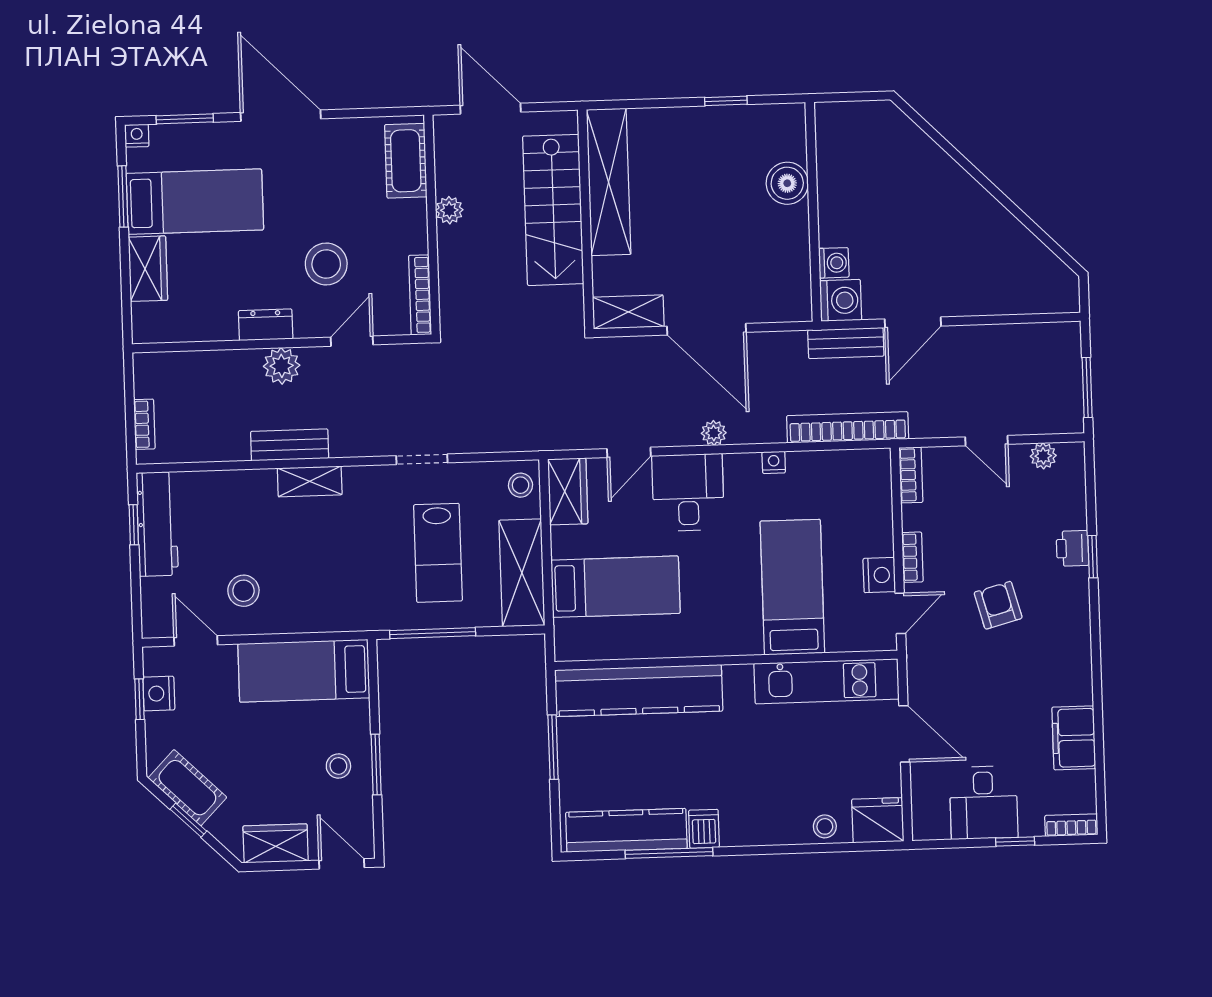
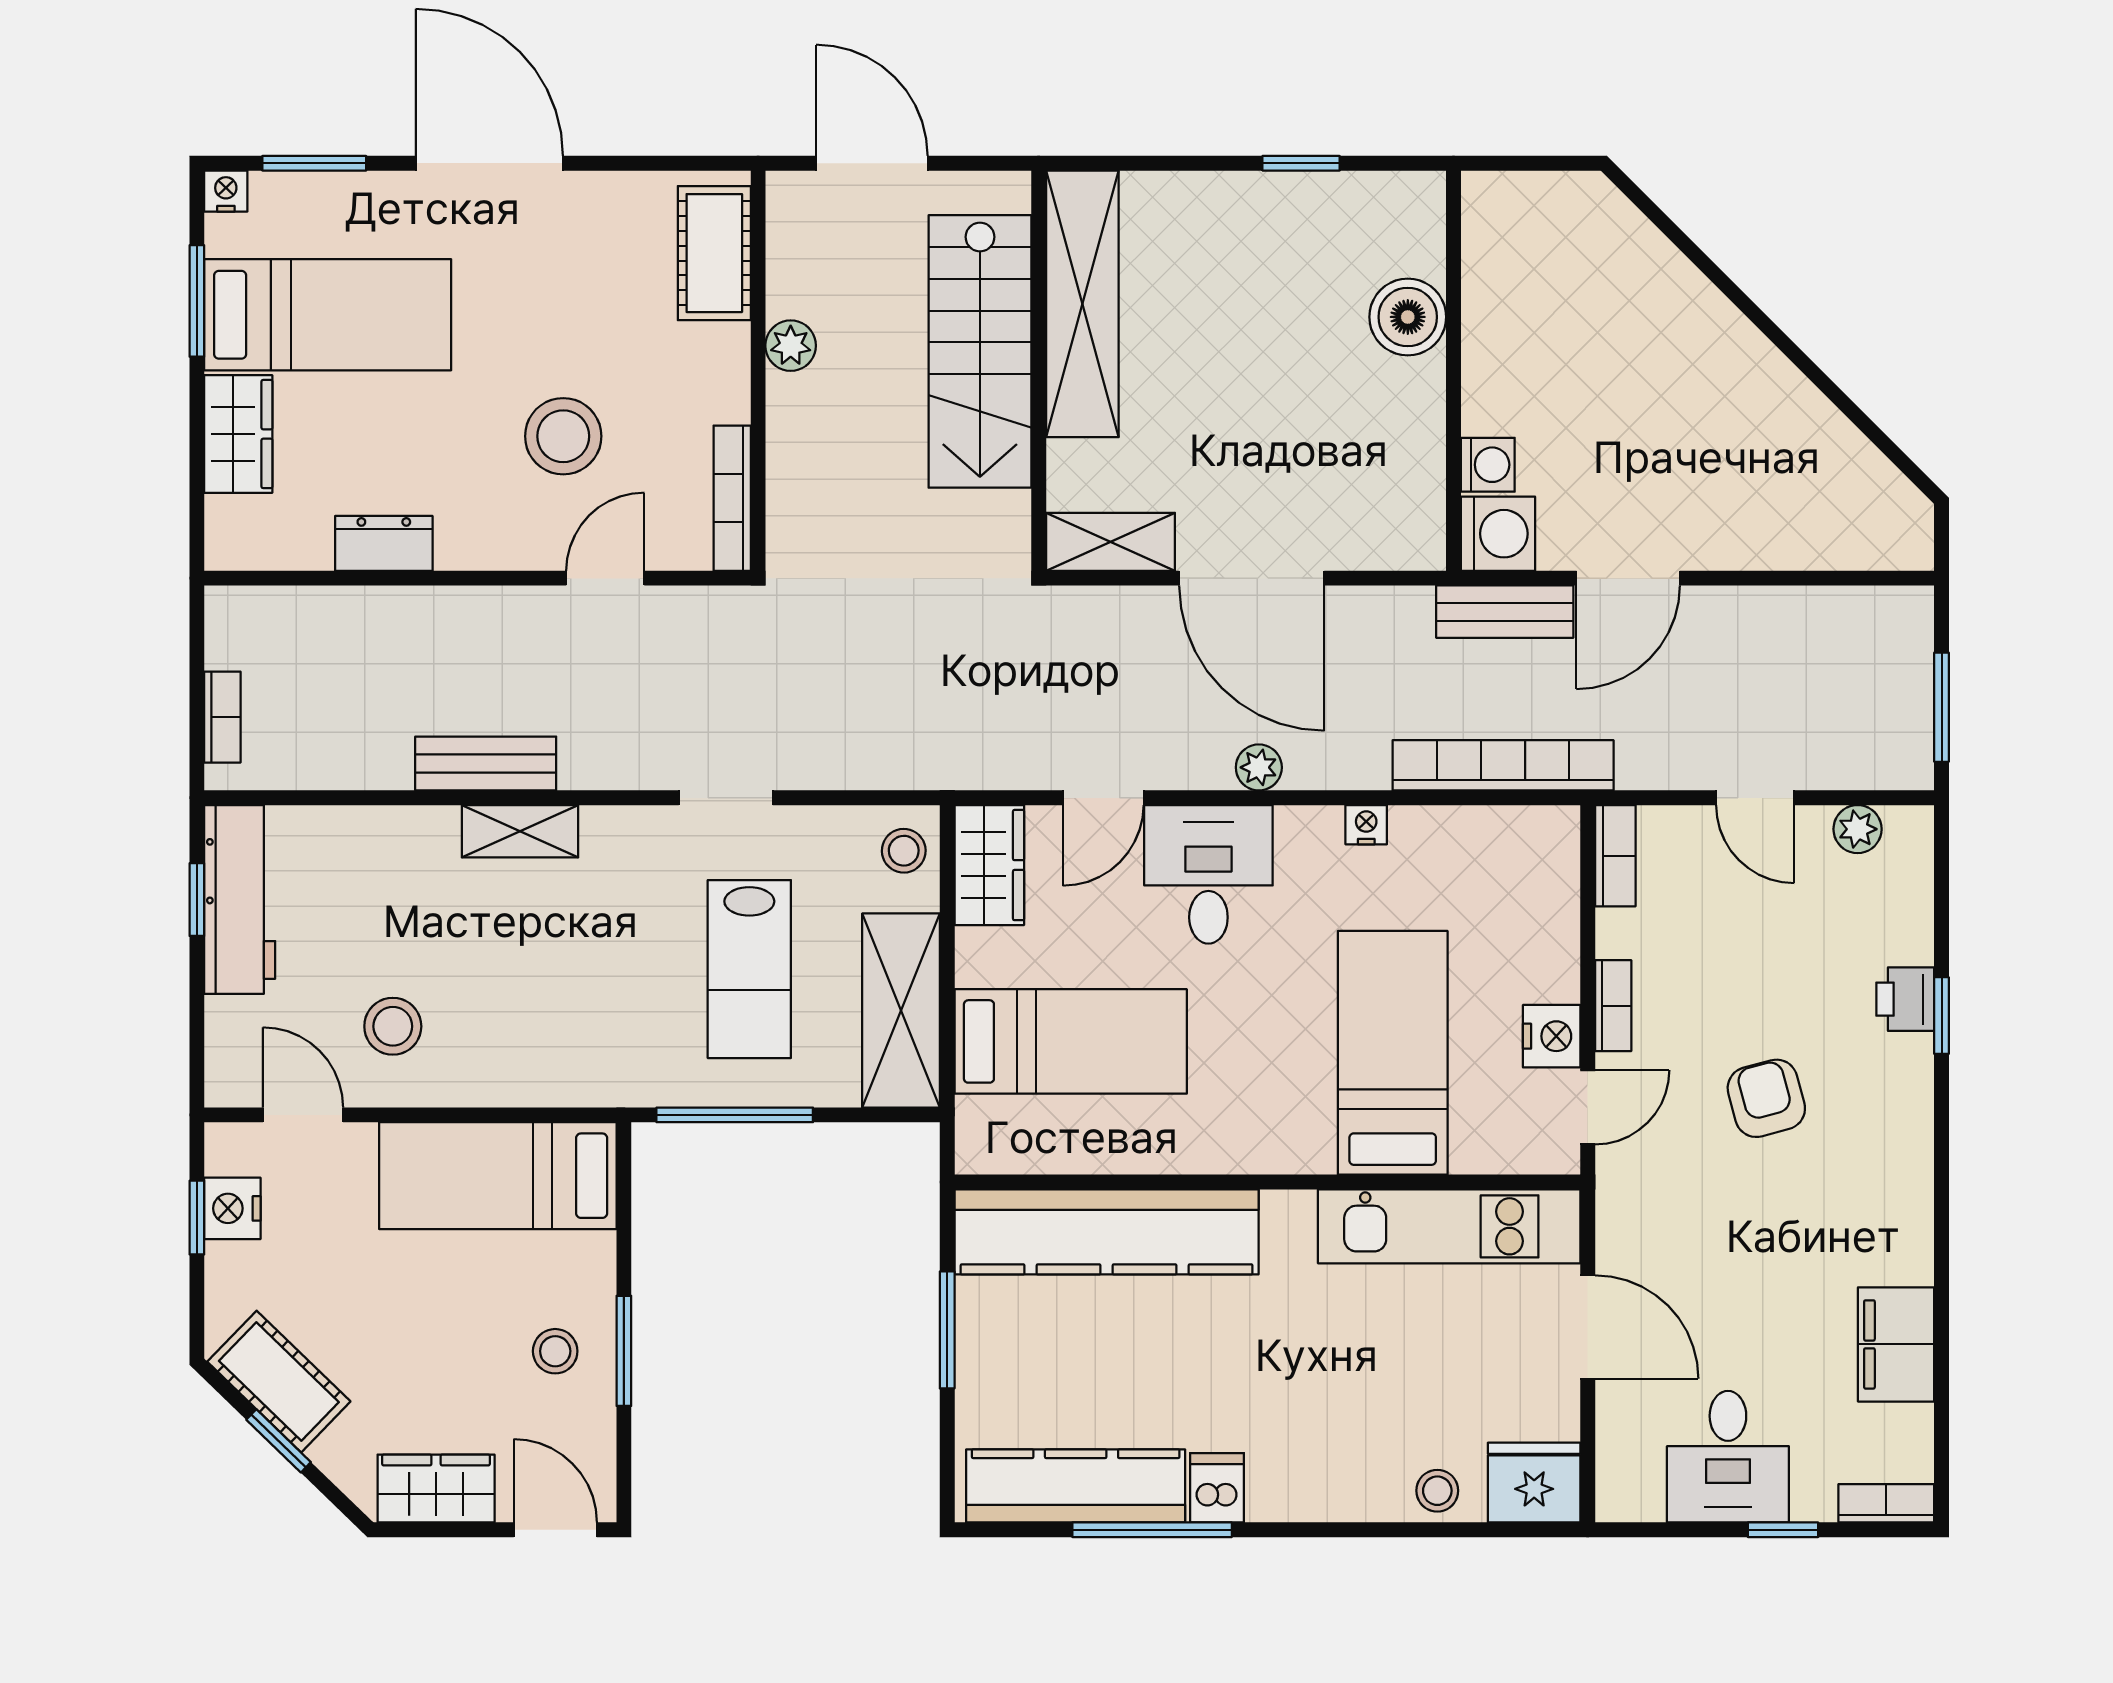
dresser: (266, 325) -> (384, 543), moved
plant: (282, 366) -> (476, 619), removed

